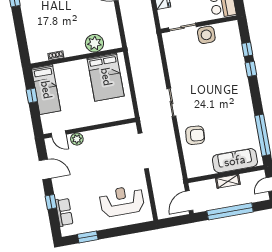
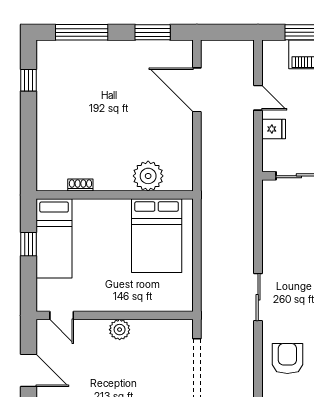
armchair: (195, 135) -> (287, 359), turned -95
plant: (77, 139) -> (120, 330), moved

